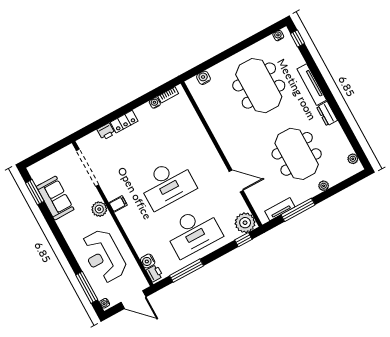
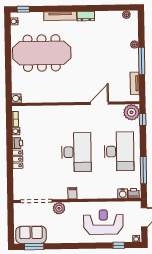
water cooler: (204, 78) -> (16, 98), moved
meeting table: (259, 86) -> (42, 53), width x1.36
printer: (106, 131) -> (17, 143), moved
meeting table: (297, 154) -> (103, 52), removed
sofa: (55, 198) -> (31, 235), moved
plant: (99, 209) -> (59, 208), moved
window: (298, 210) -> (142, 61), moved
reception desk: (104, 256) -> (103, 222), turned 180
window: (87, 287) -> (119, 245), width x0.46

